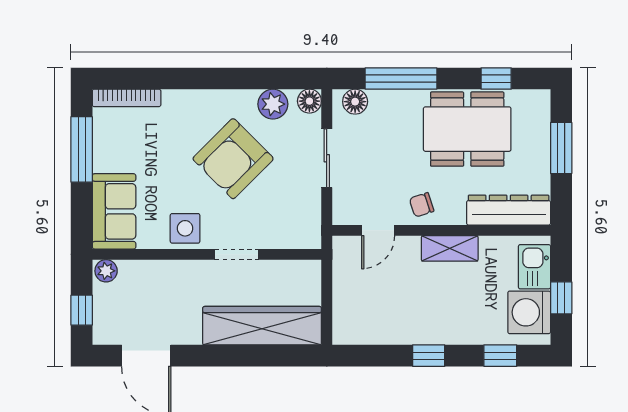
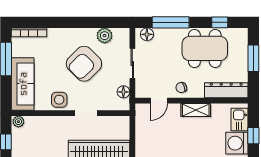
floor lamp: (309, 101) -> (123, 92), moved
sofa: (114, 211) -> (23, 84), width x1.36

